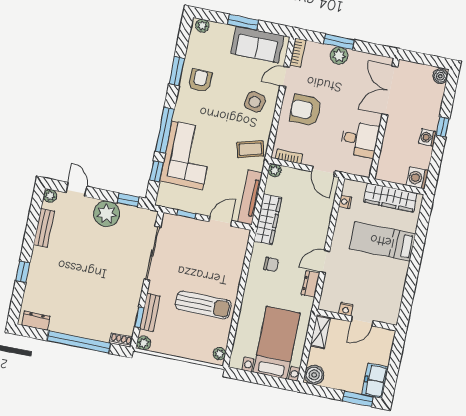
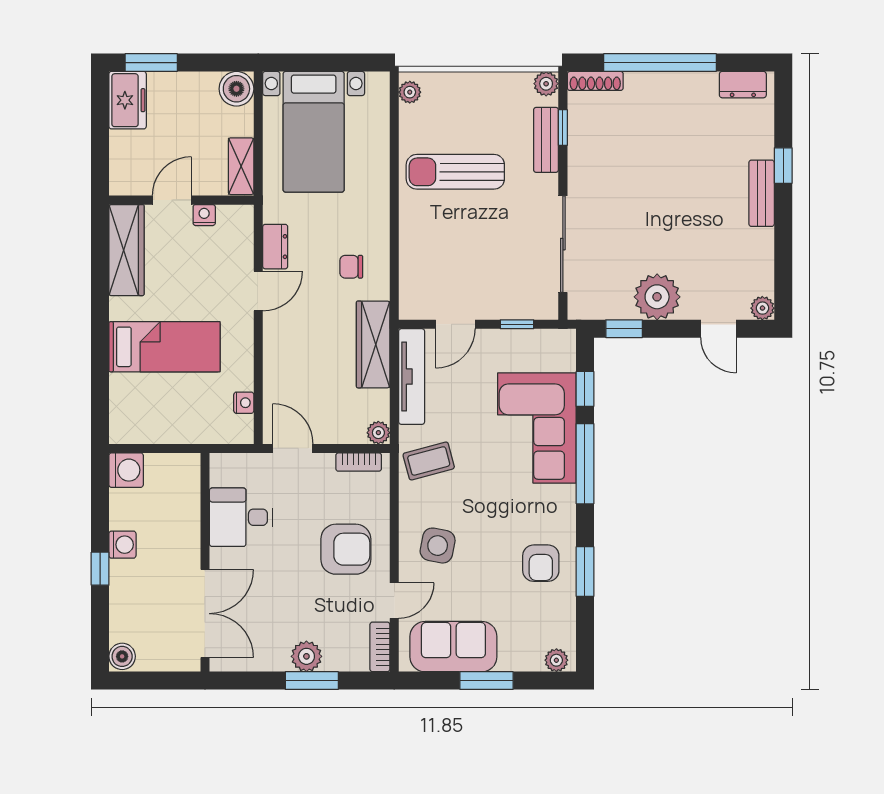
wardrobe: (390, 197) -> (127, 250), moved, turned 90
bench: (44, 228) -> (762, 193), moved
shoe rack: (121, 340) -> (595, 81), width x1.43

